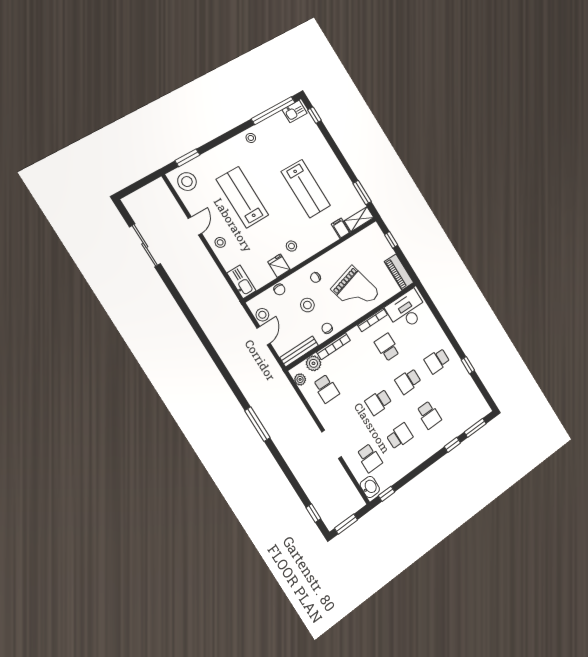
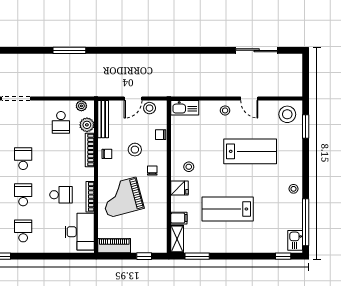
fridge: (279, 266) -> (179, 188), moved
door: (263, 336) -> (133, 99), hinge flipped
school desk: (326, 389) -> (61, 122), turned -90

